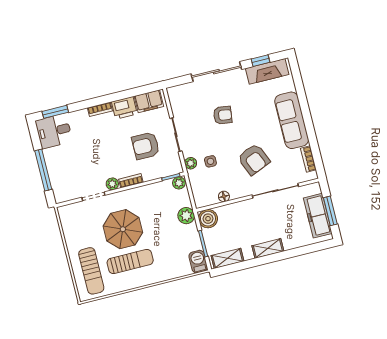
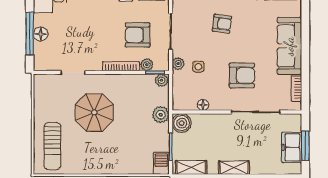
armchair: (254, 159) -> (242, 75), turned -67
floor lamp: (54, 168) -> (41, 34), added
bookcase: (131, 181) -> (121, 66), width x1.56
plant: (112, 184) -> (147, 65), moved
freezer: (318, 216) -> (292, 147), width x0.71
sun lounger: (130, 261) -> (93, 146), removed

